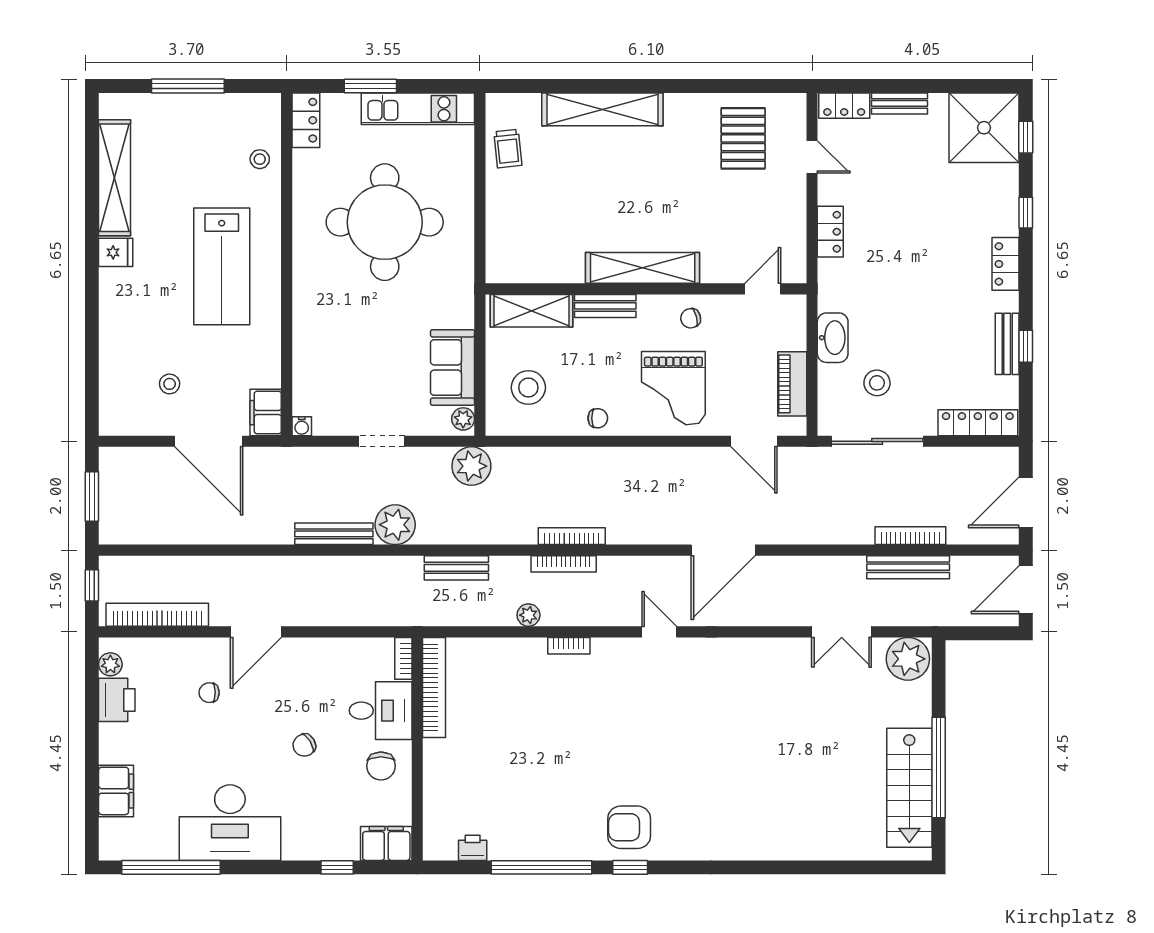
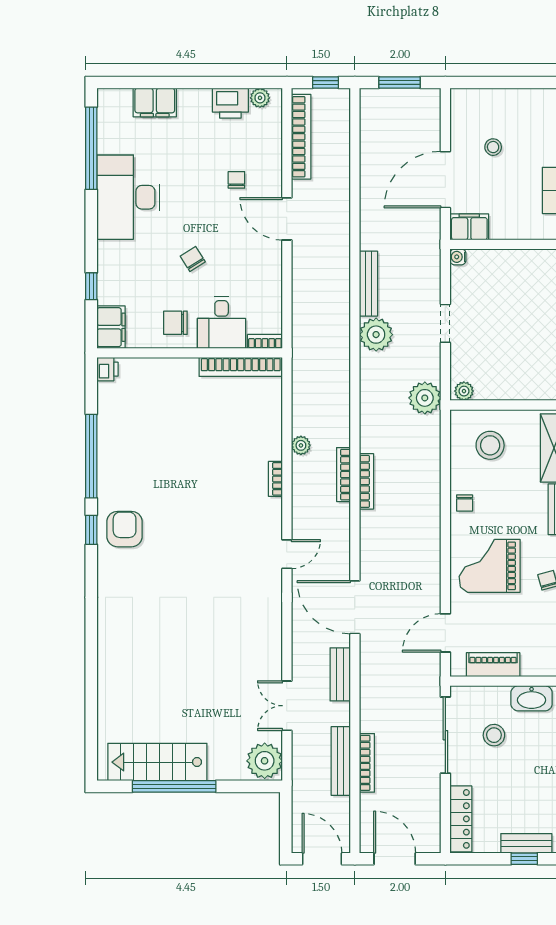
sofa: (452, 367) -> (507, 382), removed
bench: (456, 568) -> (340, 674), moved
printer: (473, 848) -> (107, 369), moved

